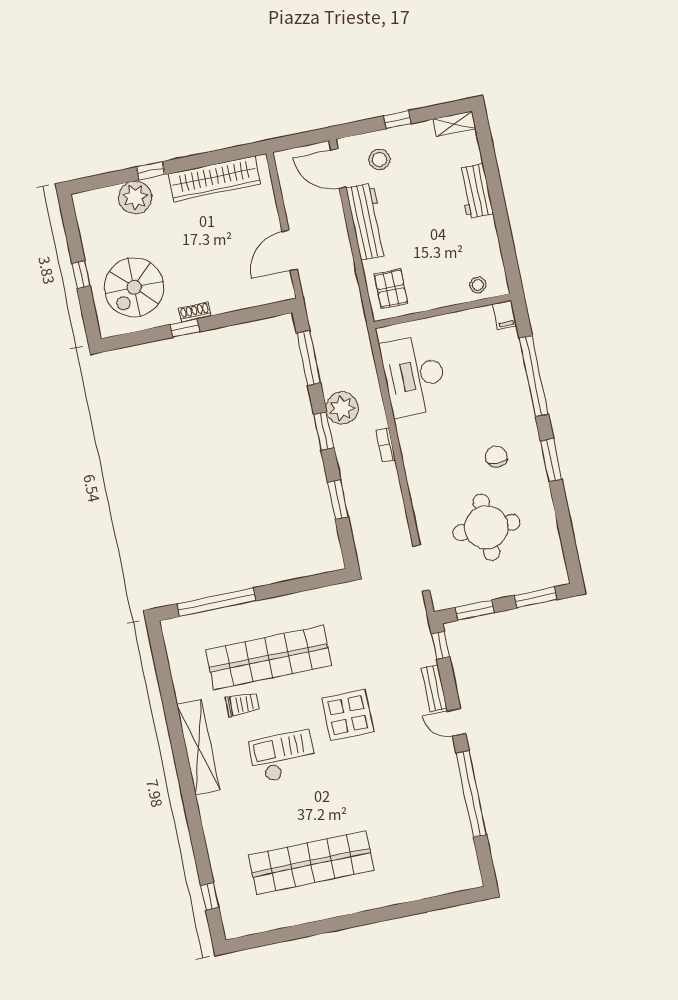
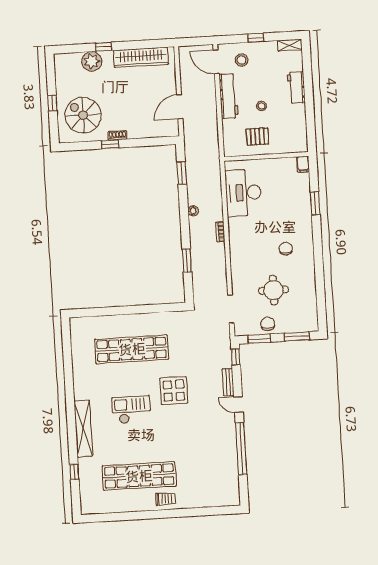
stool: (478, 285) -> (261, 106), moved
spiral stairs: (134, 287) -> (83, 115), turned 90
pallet: (391, 289) -> (257, 137), moved, turned 90
window: (309, 358) -> (182, 173), width x0.69
window: (534, 376) -> (315, 203), width x0.47
plant: (342, 408) -> (193, 211), width x0.53, depth x0.53
window: (324, 431) -> (184, 218), removed
window: (551, 460) -> (318, 255), removed
round table: (486, 527) -> (274, 290), width x0.73, depth x0.73
chair: (485, 584) -> (268, 324), added
window: (216, 602) -> (105, 311), removed
trolley: (242, 704) -> (166, 499), moved
shelving: (198, 747) -> (83, 429), moved
window: (210, 896) -> (74, 472), moved

